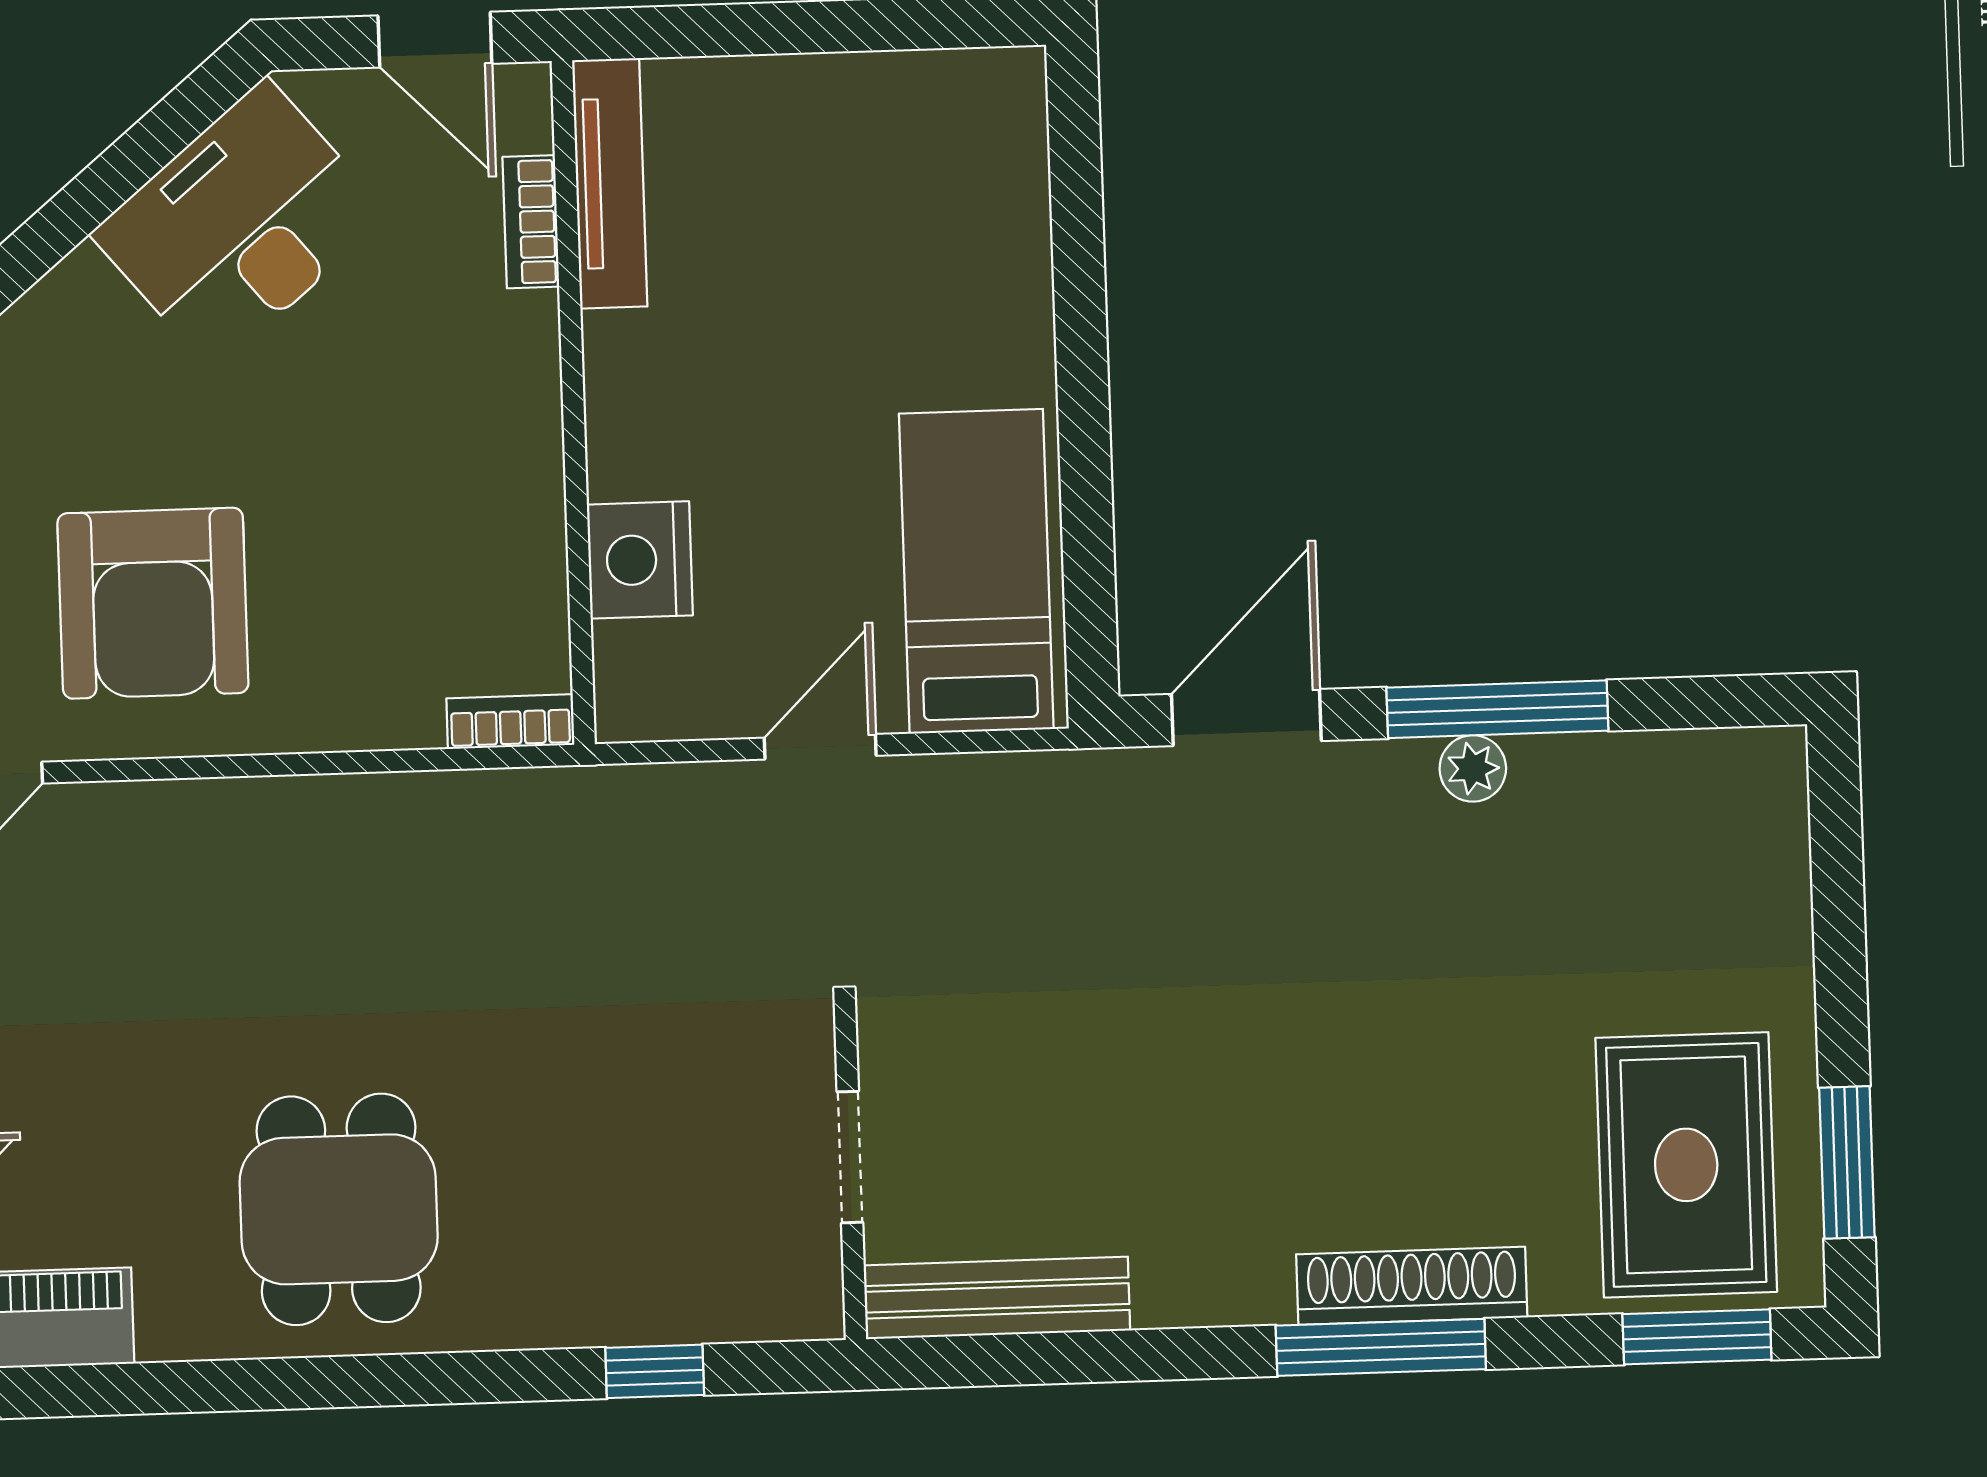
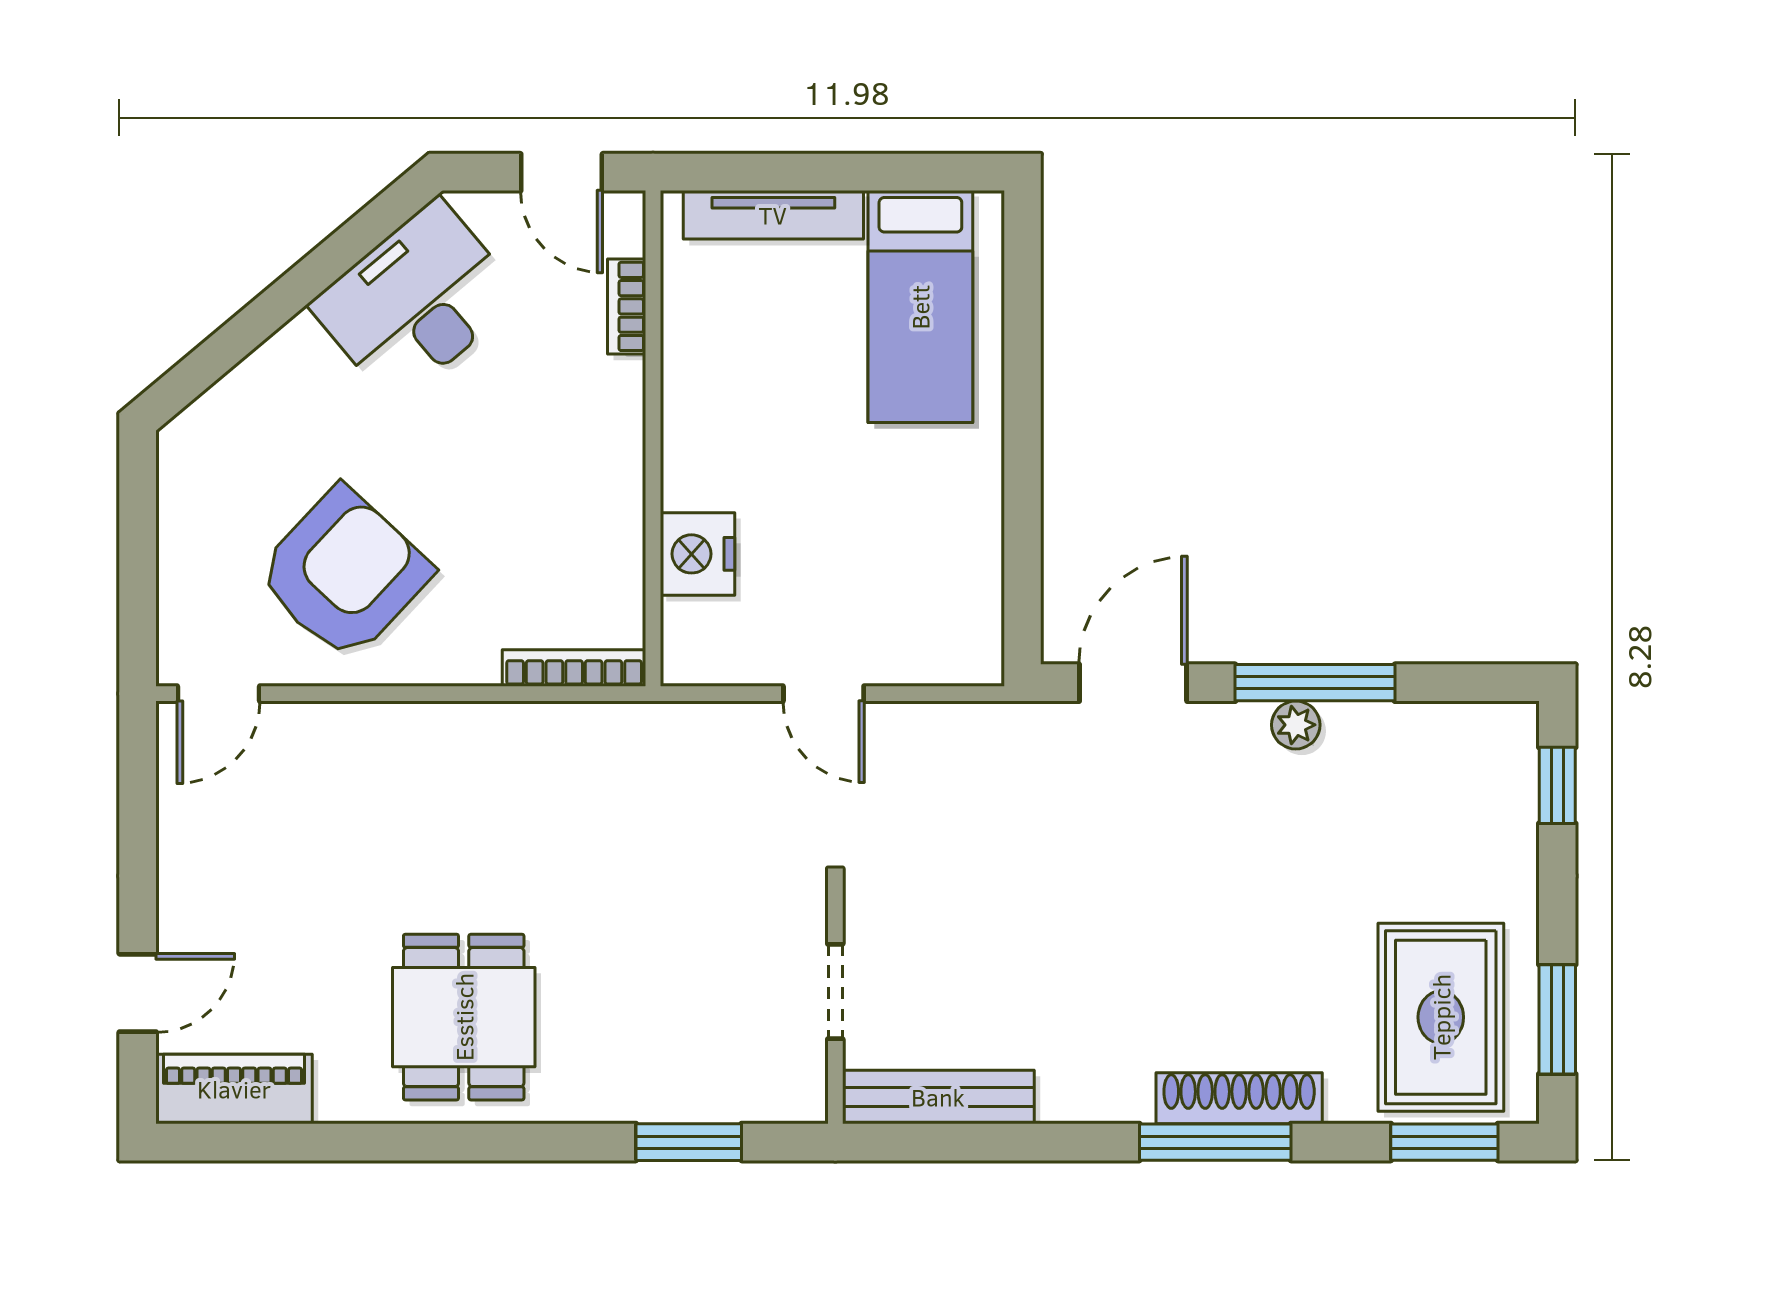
tv unit: (610, 183) -> (773, 215), moved, turned 90
bed: (976, 571) -> (920, 307), moved, turned 180
armchair: (153, 603) -> (344, 574), turned -137
bookcase: (510, 722) -> (574, 668), width x1.56
door: (820, 747) -> (824, 694), swing flipped
window: (1836, 840) -> (1557, 785), added
window: (655, 1371) -> (689, 1142), width x1.50

